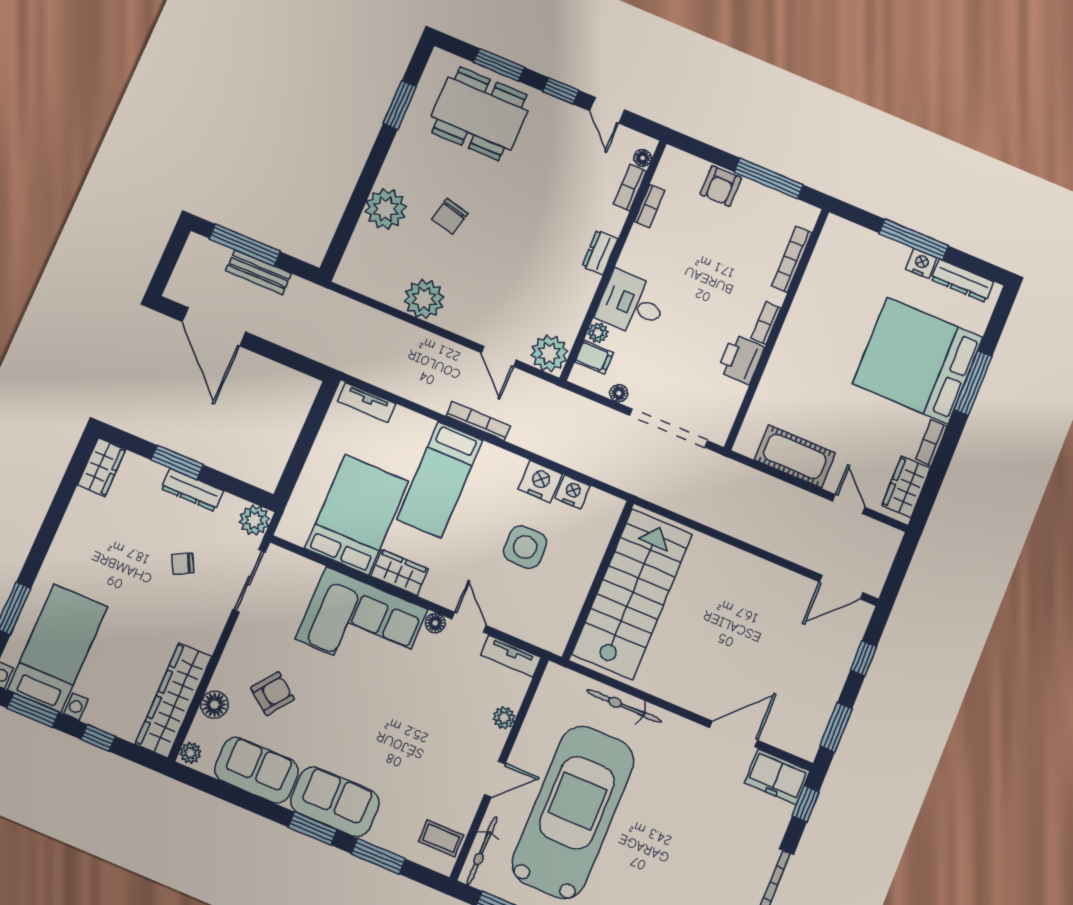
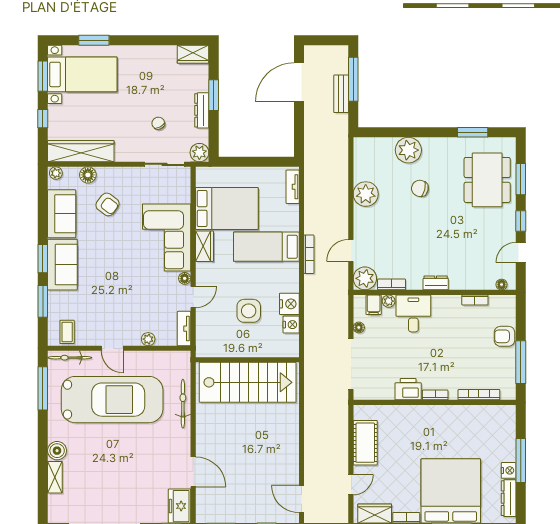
bookcase: (630, 188) -> (392, 284), moved

